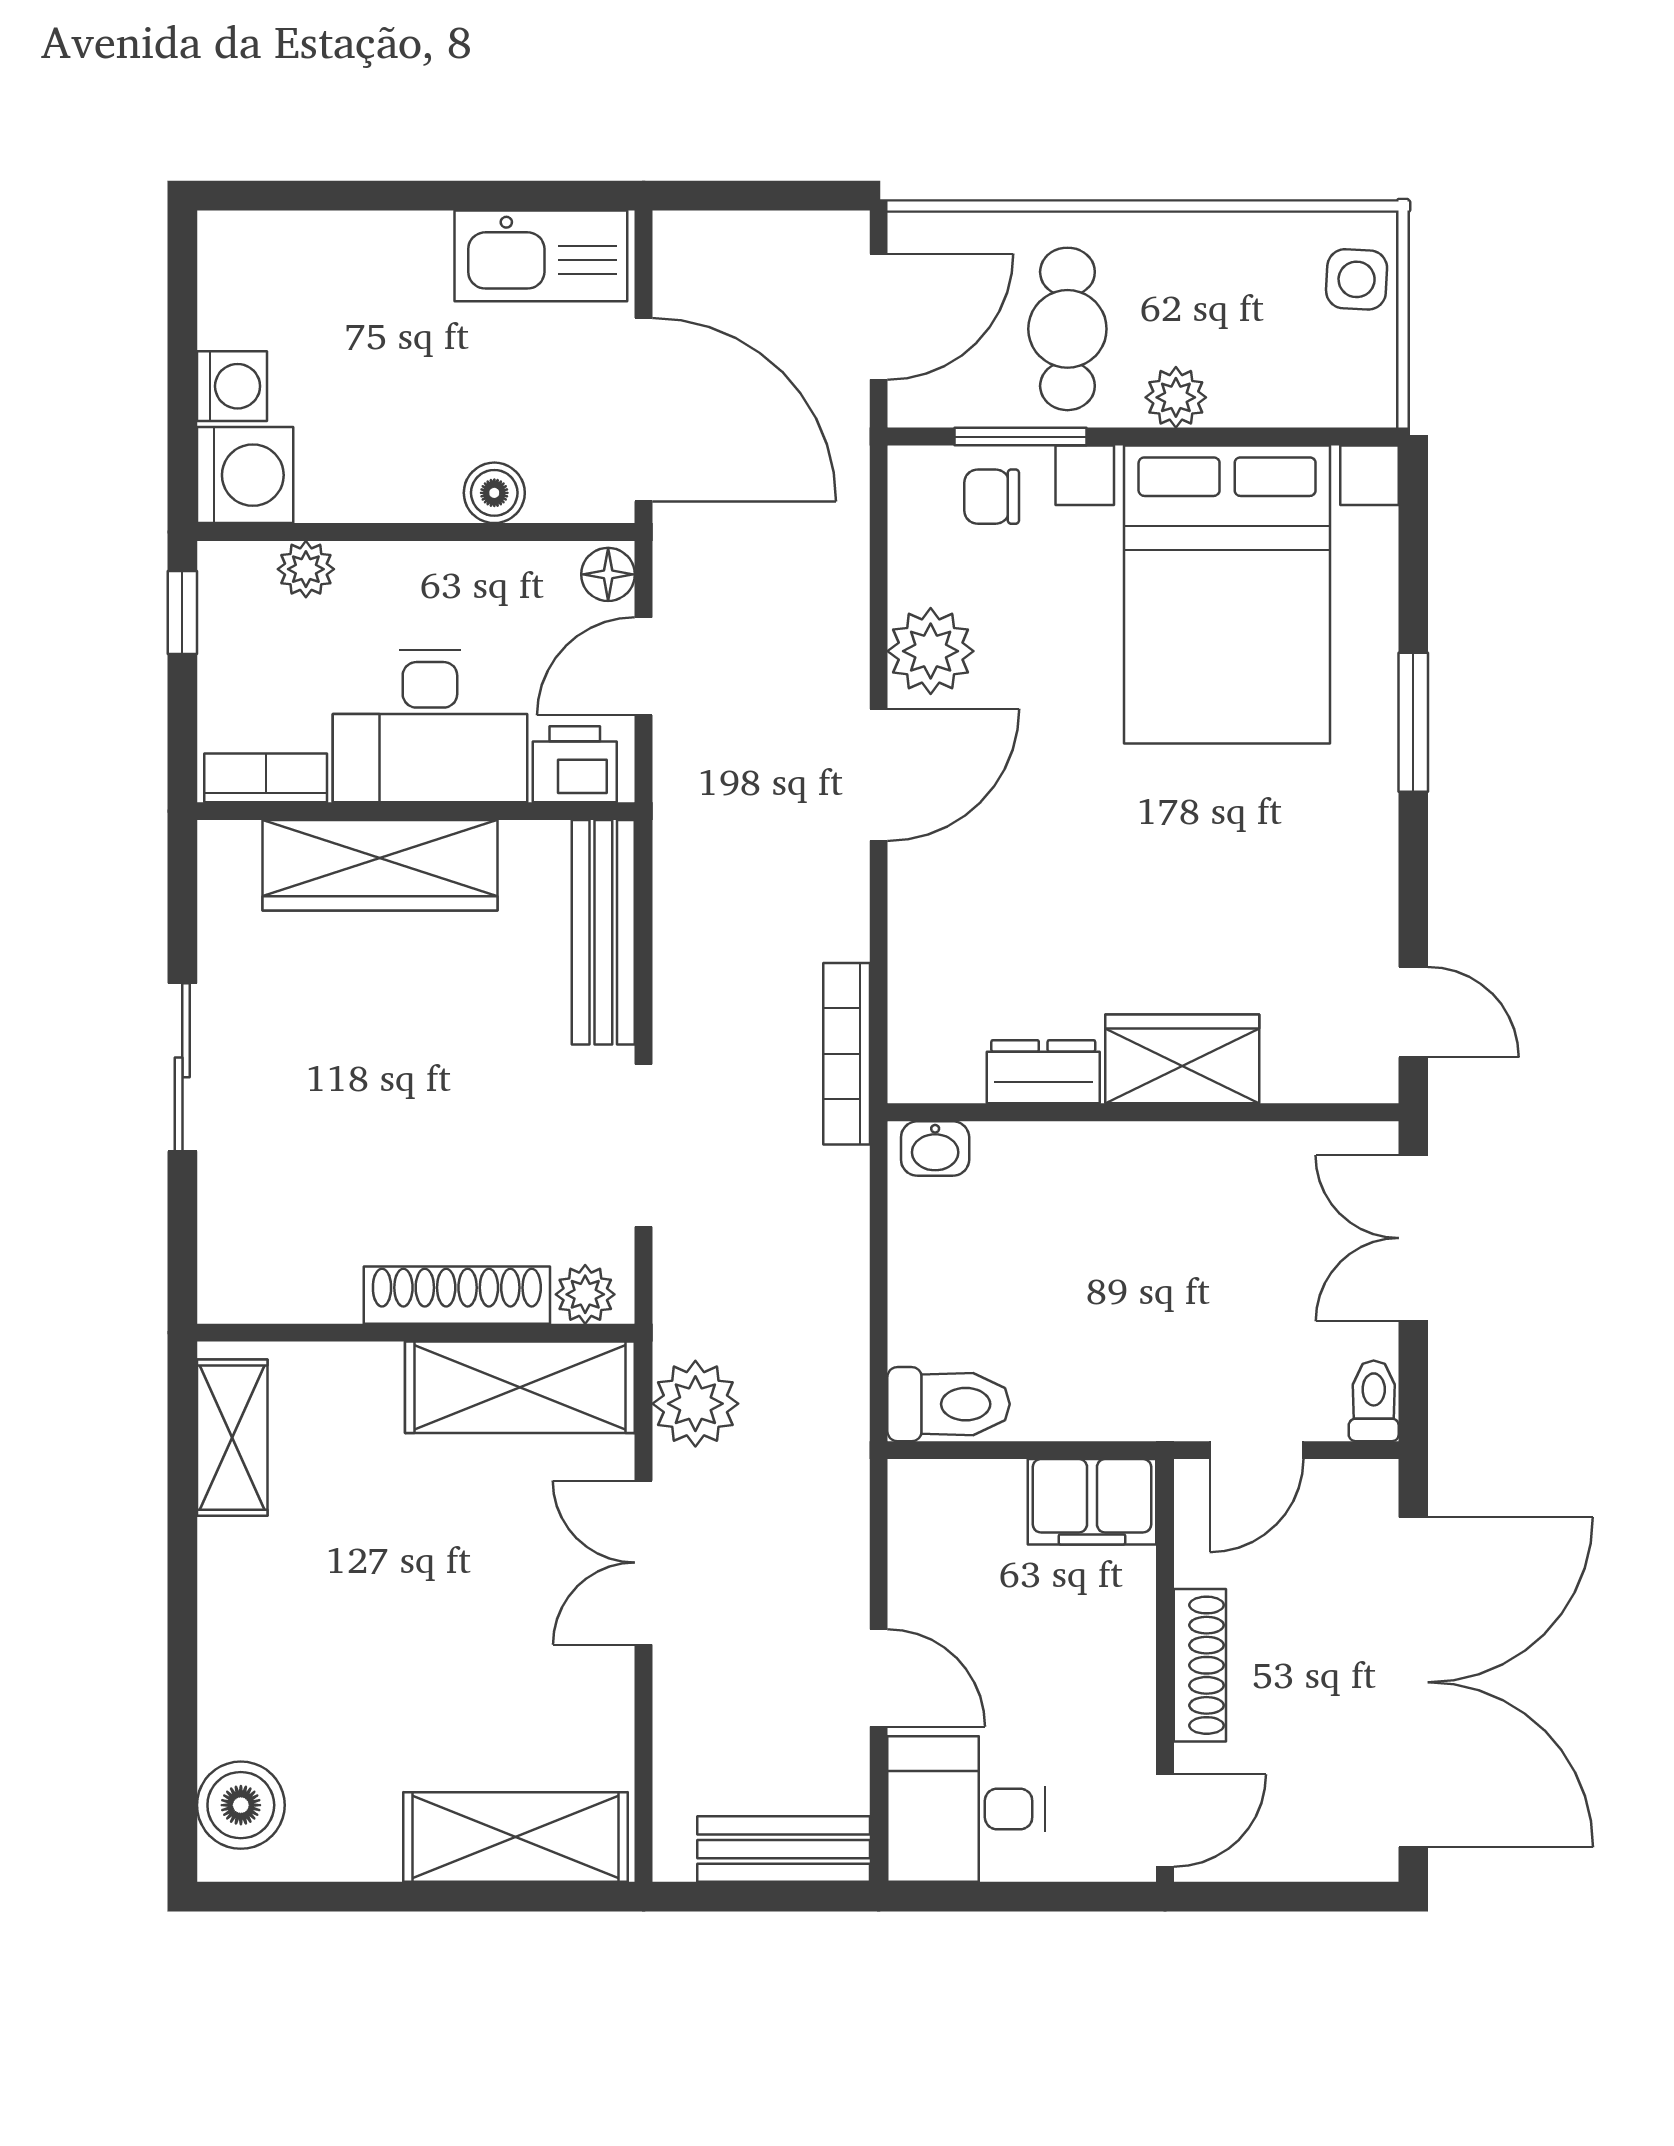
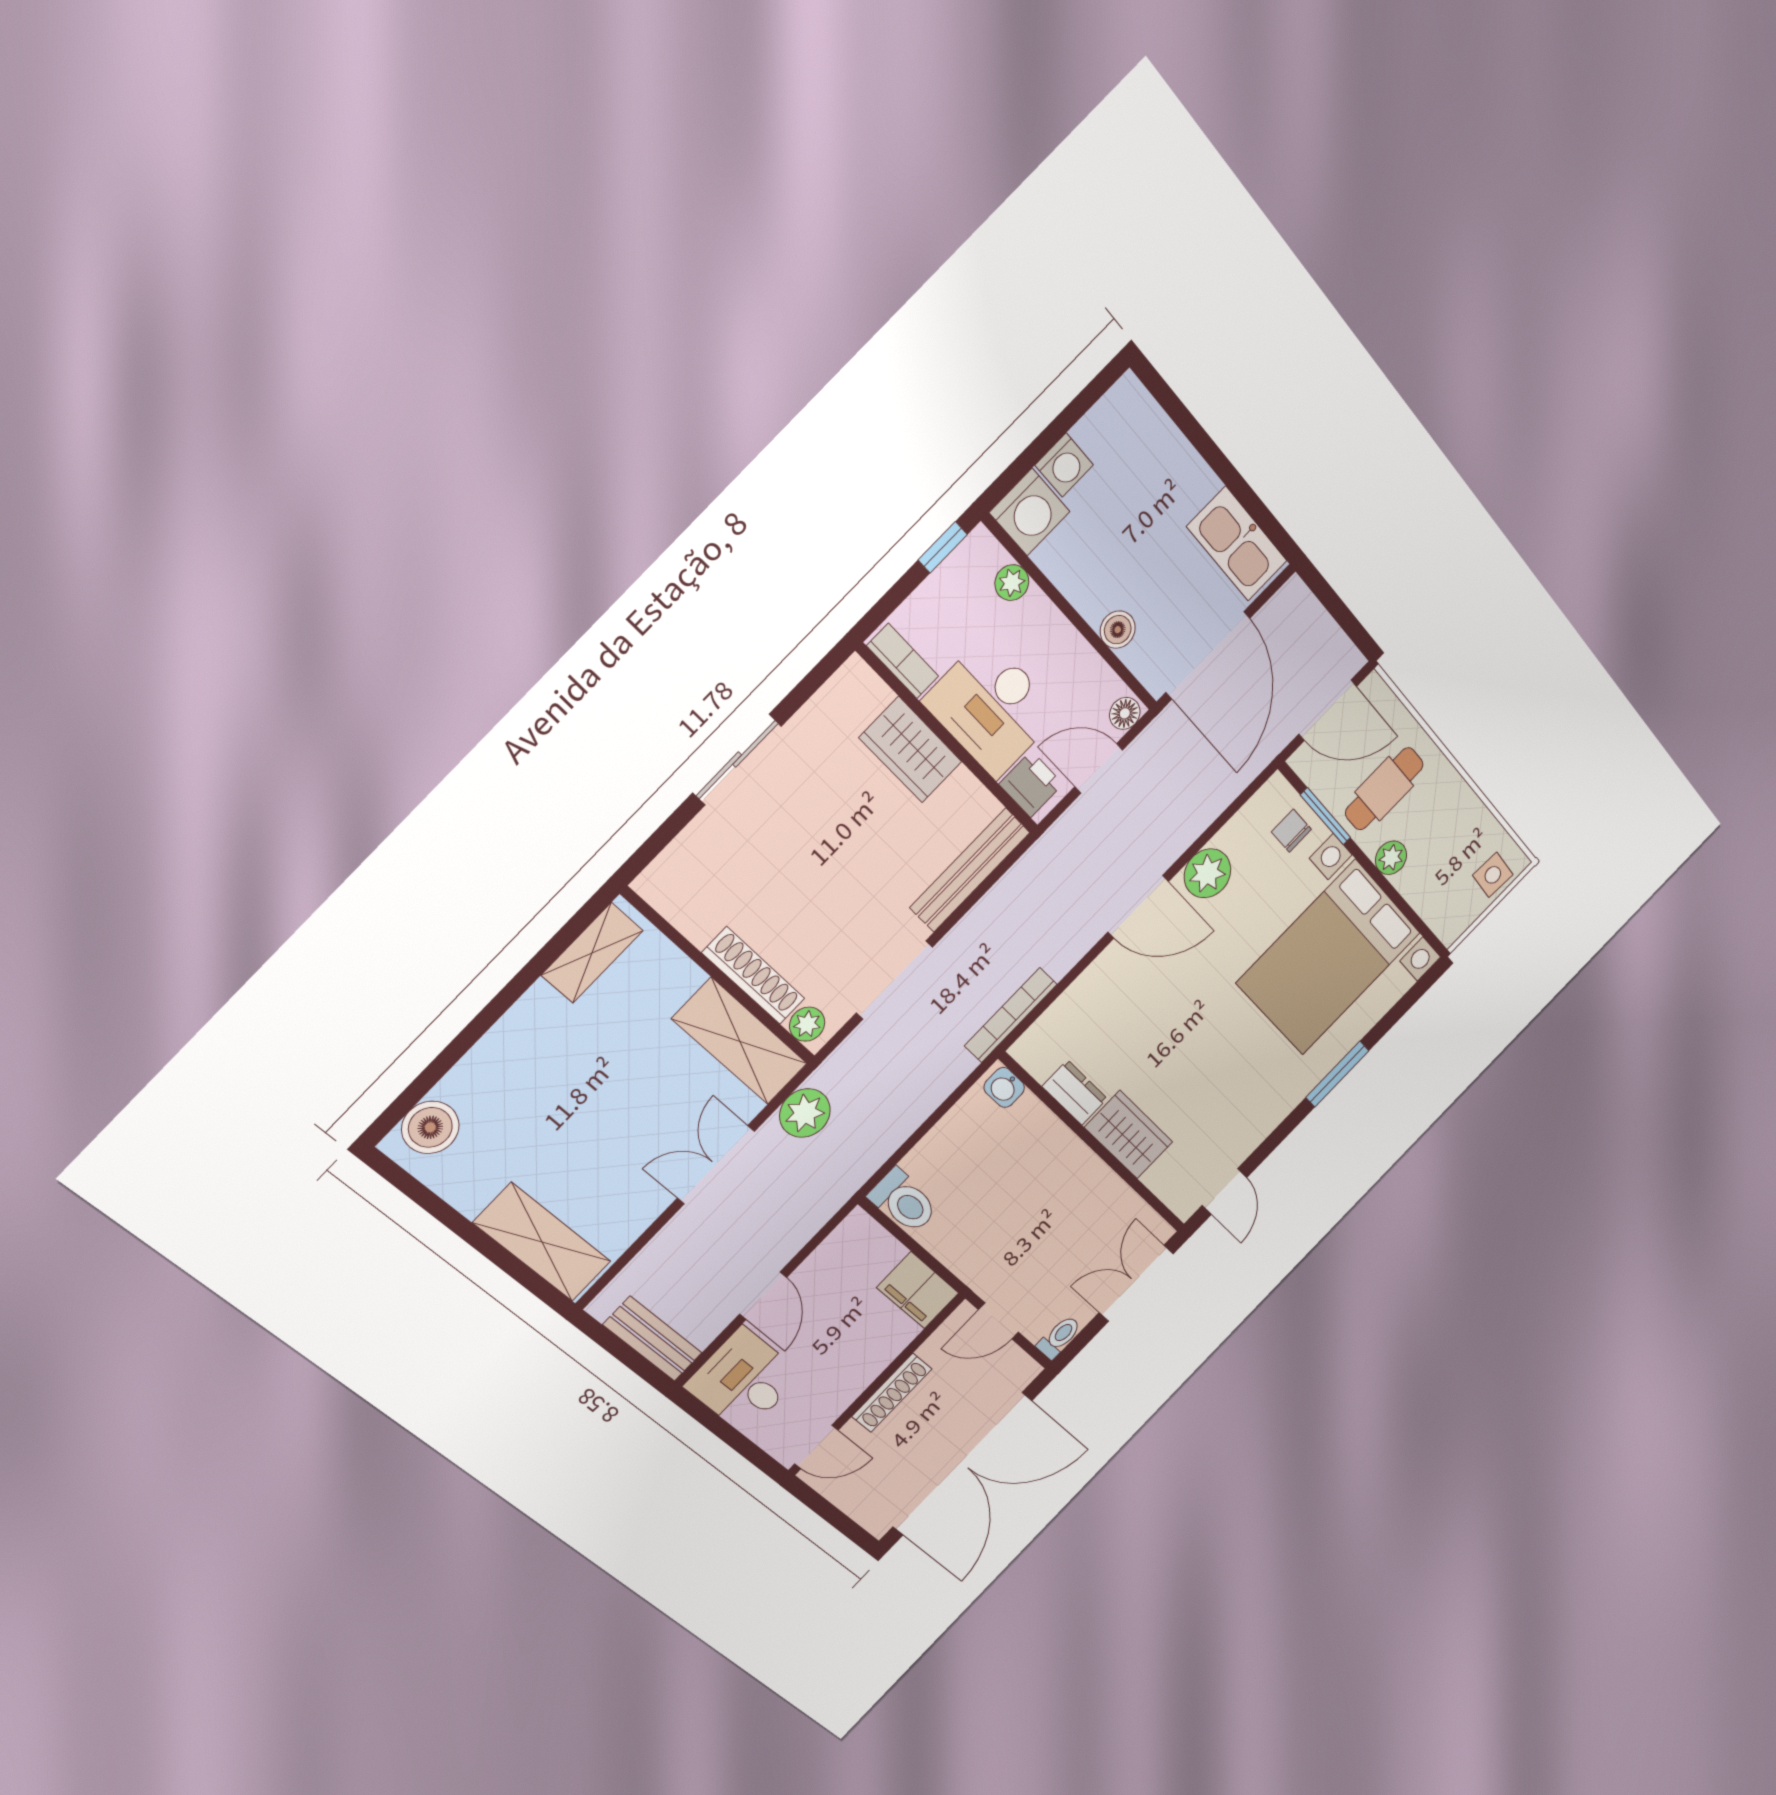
wardrobe: (380, 865) -> (910, 750), width x0.67

